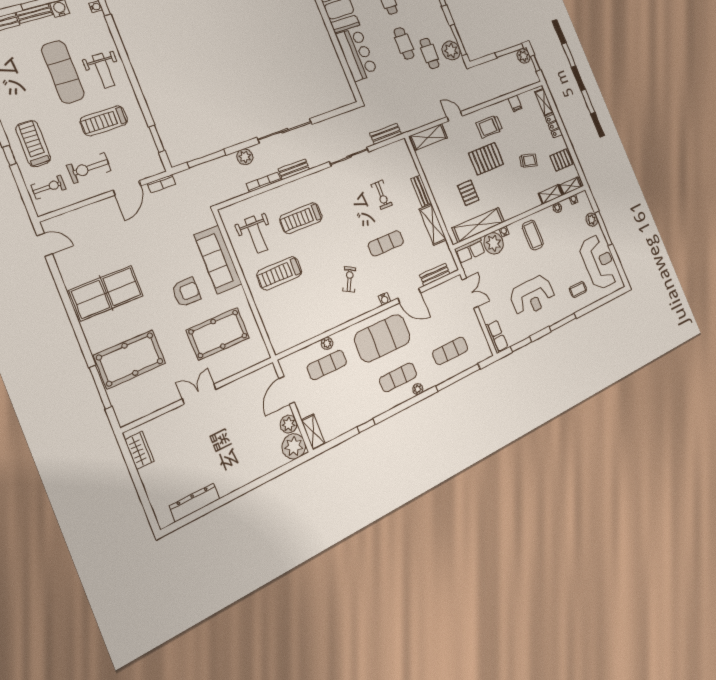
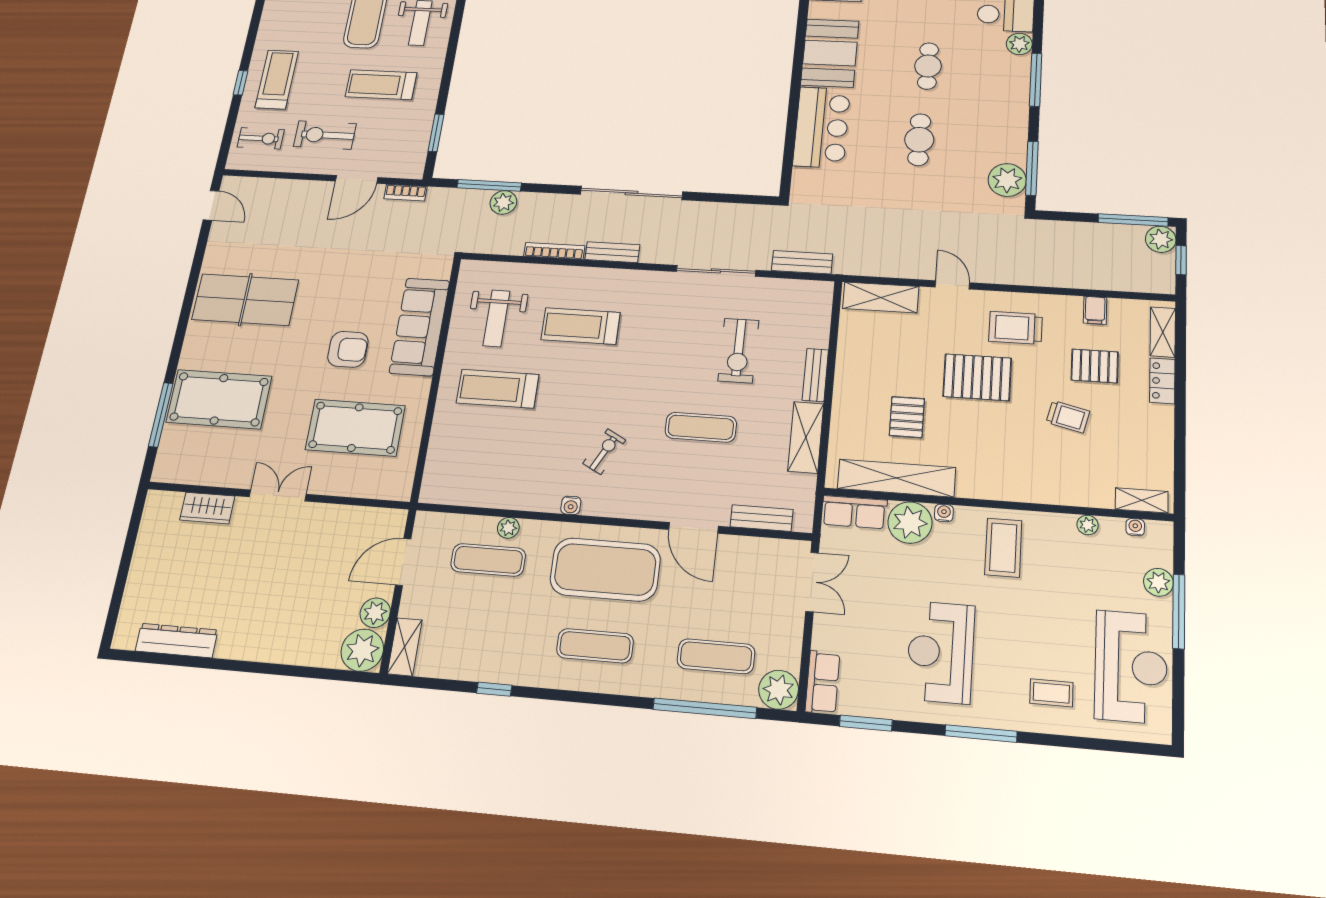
cafe table: (430, 53) -> (961, 171), removed
plant: (245, 157) -> (503, 202), moved
pallet: (561, 160) -> (1095, 366), moved
shelving: (550, 194) -> (1085, 495), removed
exercise bike: (382, 195) -> (738, 351), width x1.38, depth x1.39
reception desk: (533, 296) -> (941, 652), turned 90
water cooler: (384, 299) -> (571, 505), moved
plant: (418, 389) -> (779, 690), moved, width x1.87, depth x1.87
wardrobe: (139, 450) -> (207, 508), moved, turned 90

